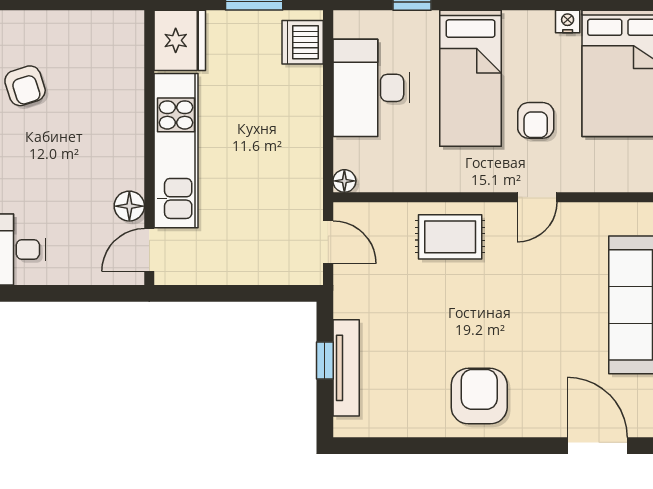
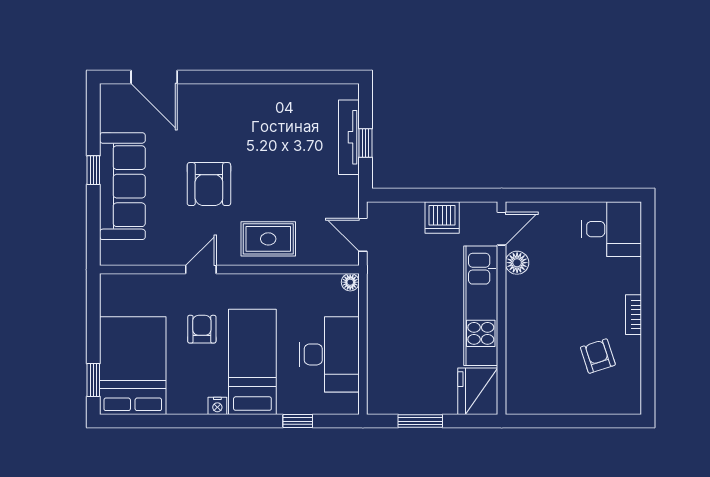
nightstand: (568, 21) -> (217, 406), moved
dishwasher: (303, 42) -> (442, 217), moved, turned 90
armchair: (479, 396) -> (209, 184), moved

